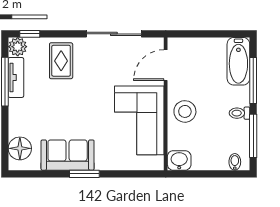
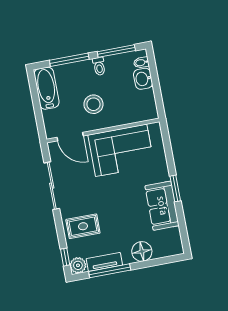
bathtub: (238, 61) -> (46, 88), moved, turned -90
stool: (185, 111) -> (93, 104), moved
floor lamp: (20, 148) -> (142, 251), moved
washbasin: (179, 160) -> (143, 79), moved

